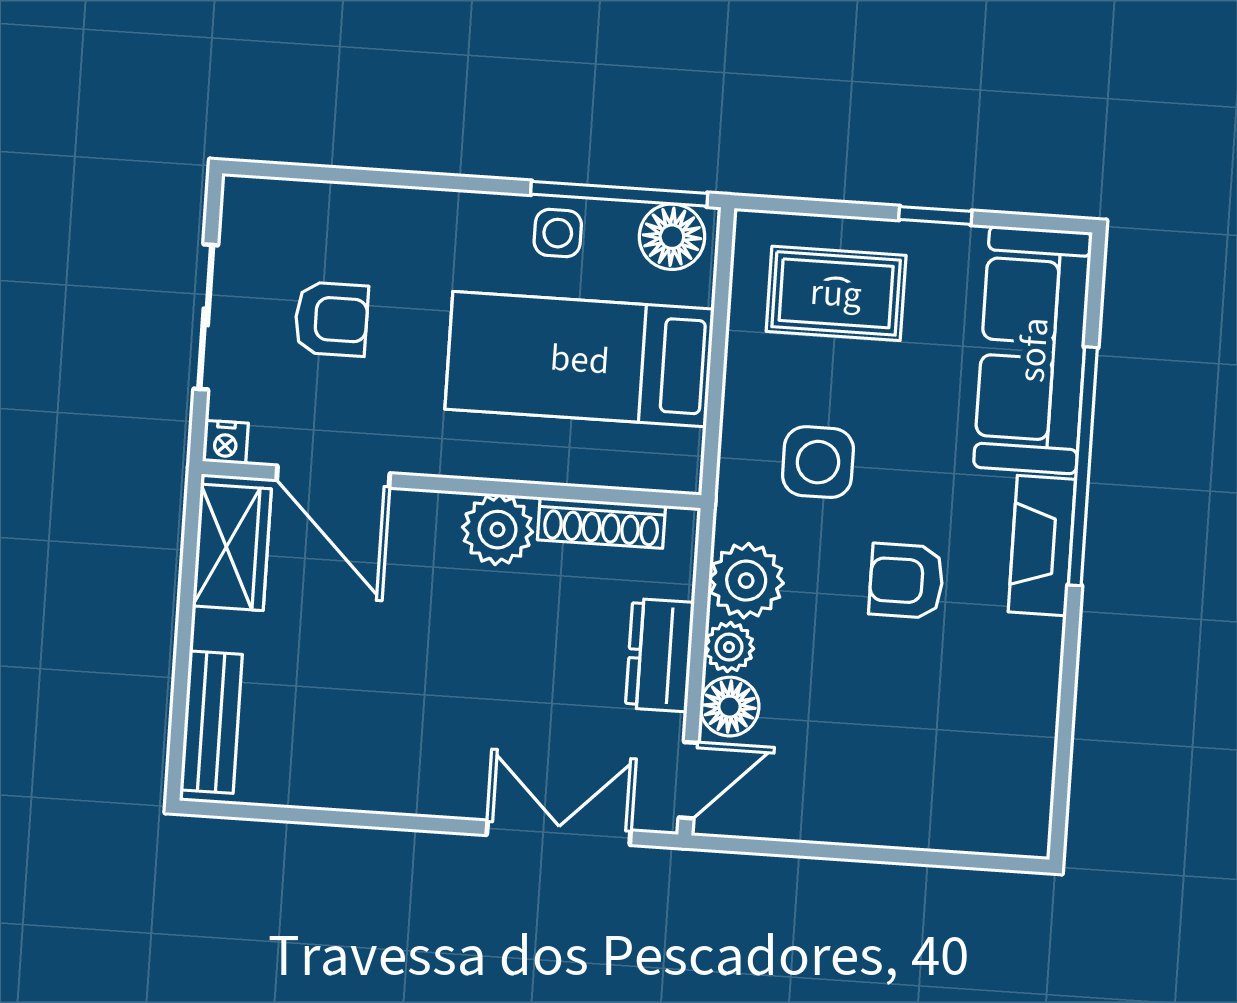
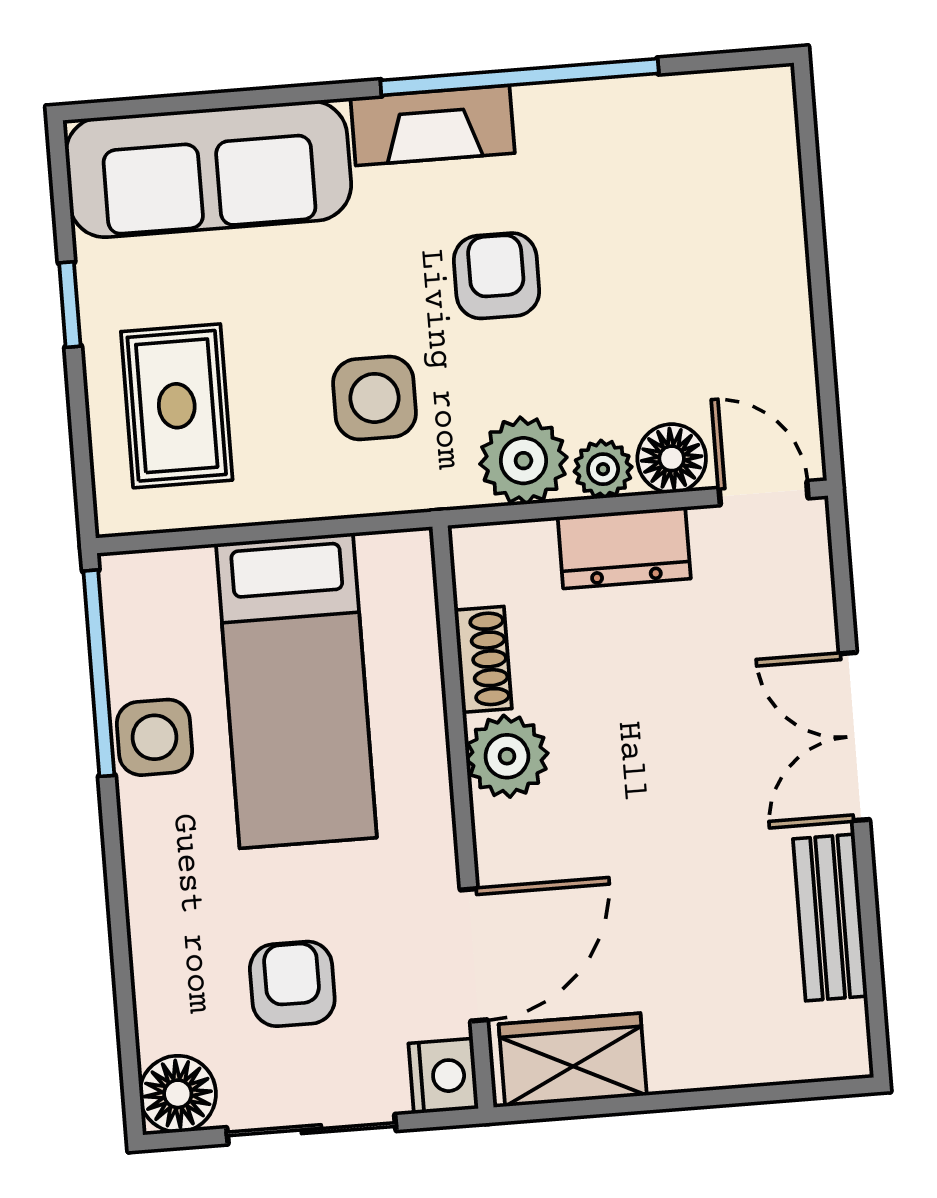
side table: (558, 233) -> (154, 737), width x1.37, depth x1.37
floor lamp: (672, 237) -> (178, 1094), moved
nightstand: (225, 442) -> (443, 1076), width x1.39, depth x1.35
window: (1083, 466) -> (520, 77), moved
shoe rack: (601, 523) -> (483, 659), width x0.70
armchair: (906, 581) -> (496, 276), turned 180
bench: (211, 722) -> (830, 918), moved, turned 90
double door: (559, 833) -> (854, 737), moved

